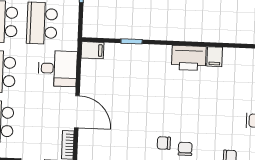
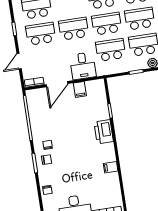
filing cabinet: (93, 50) -> (80, 89), moved
printer: (189, 58) -> (104, 132), moved

